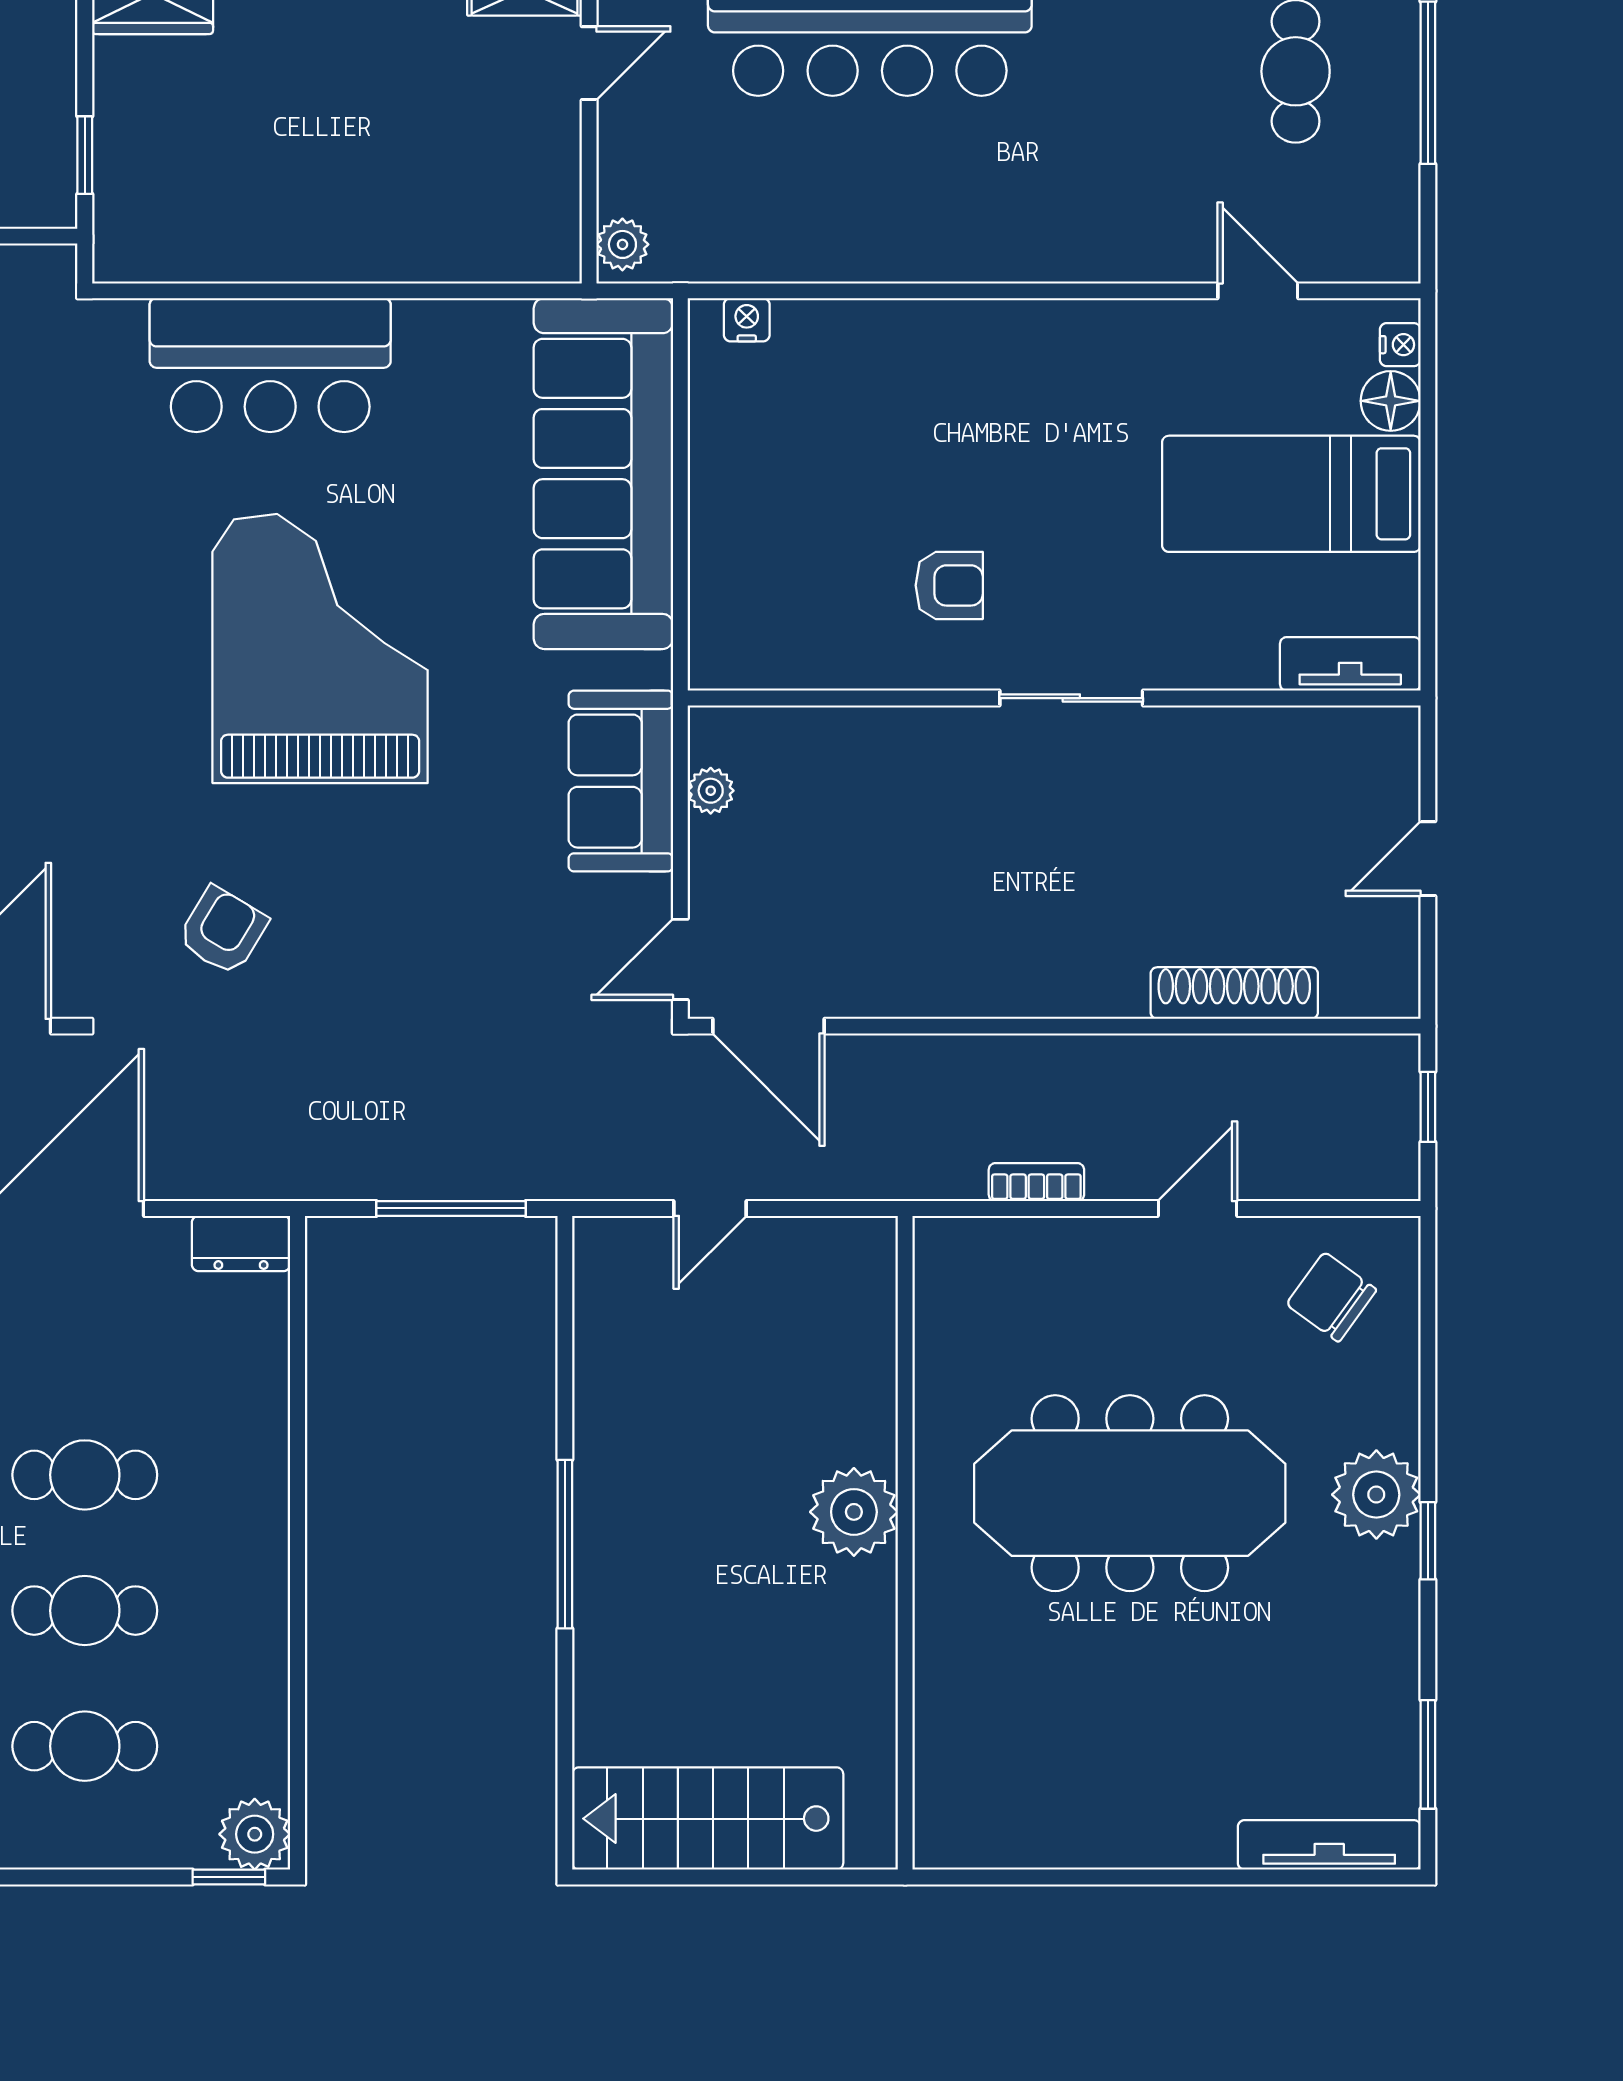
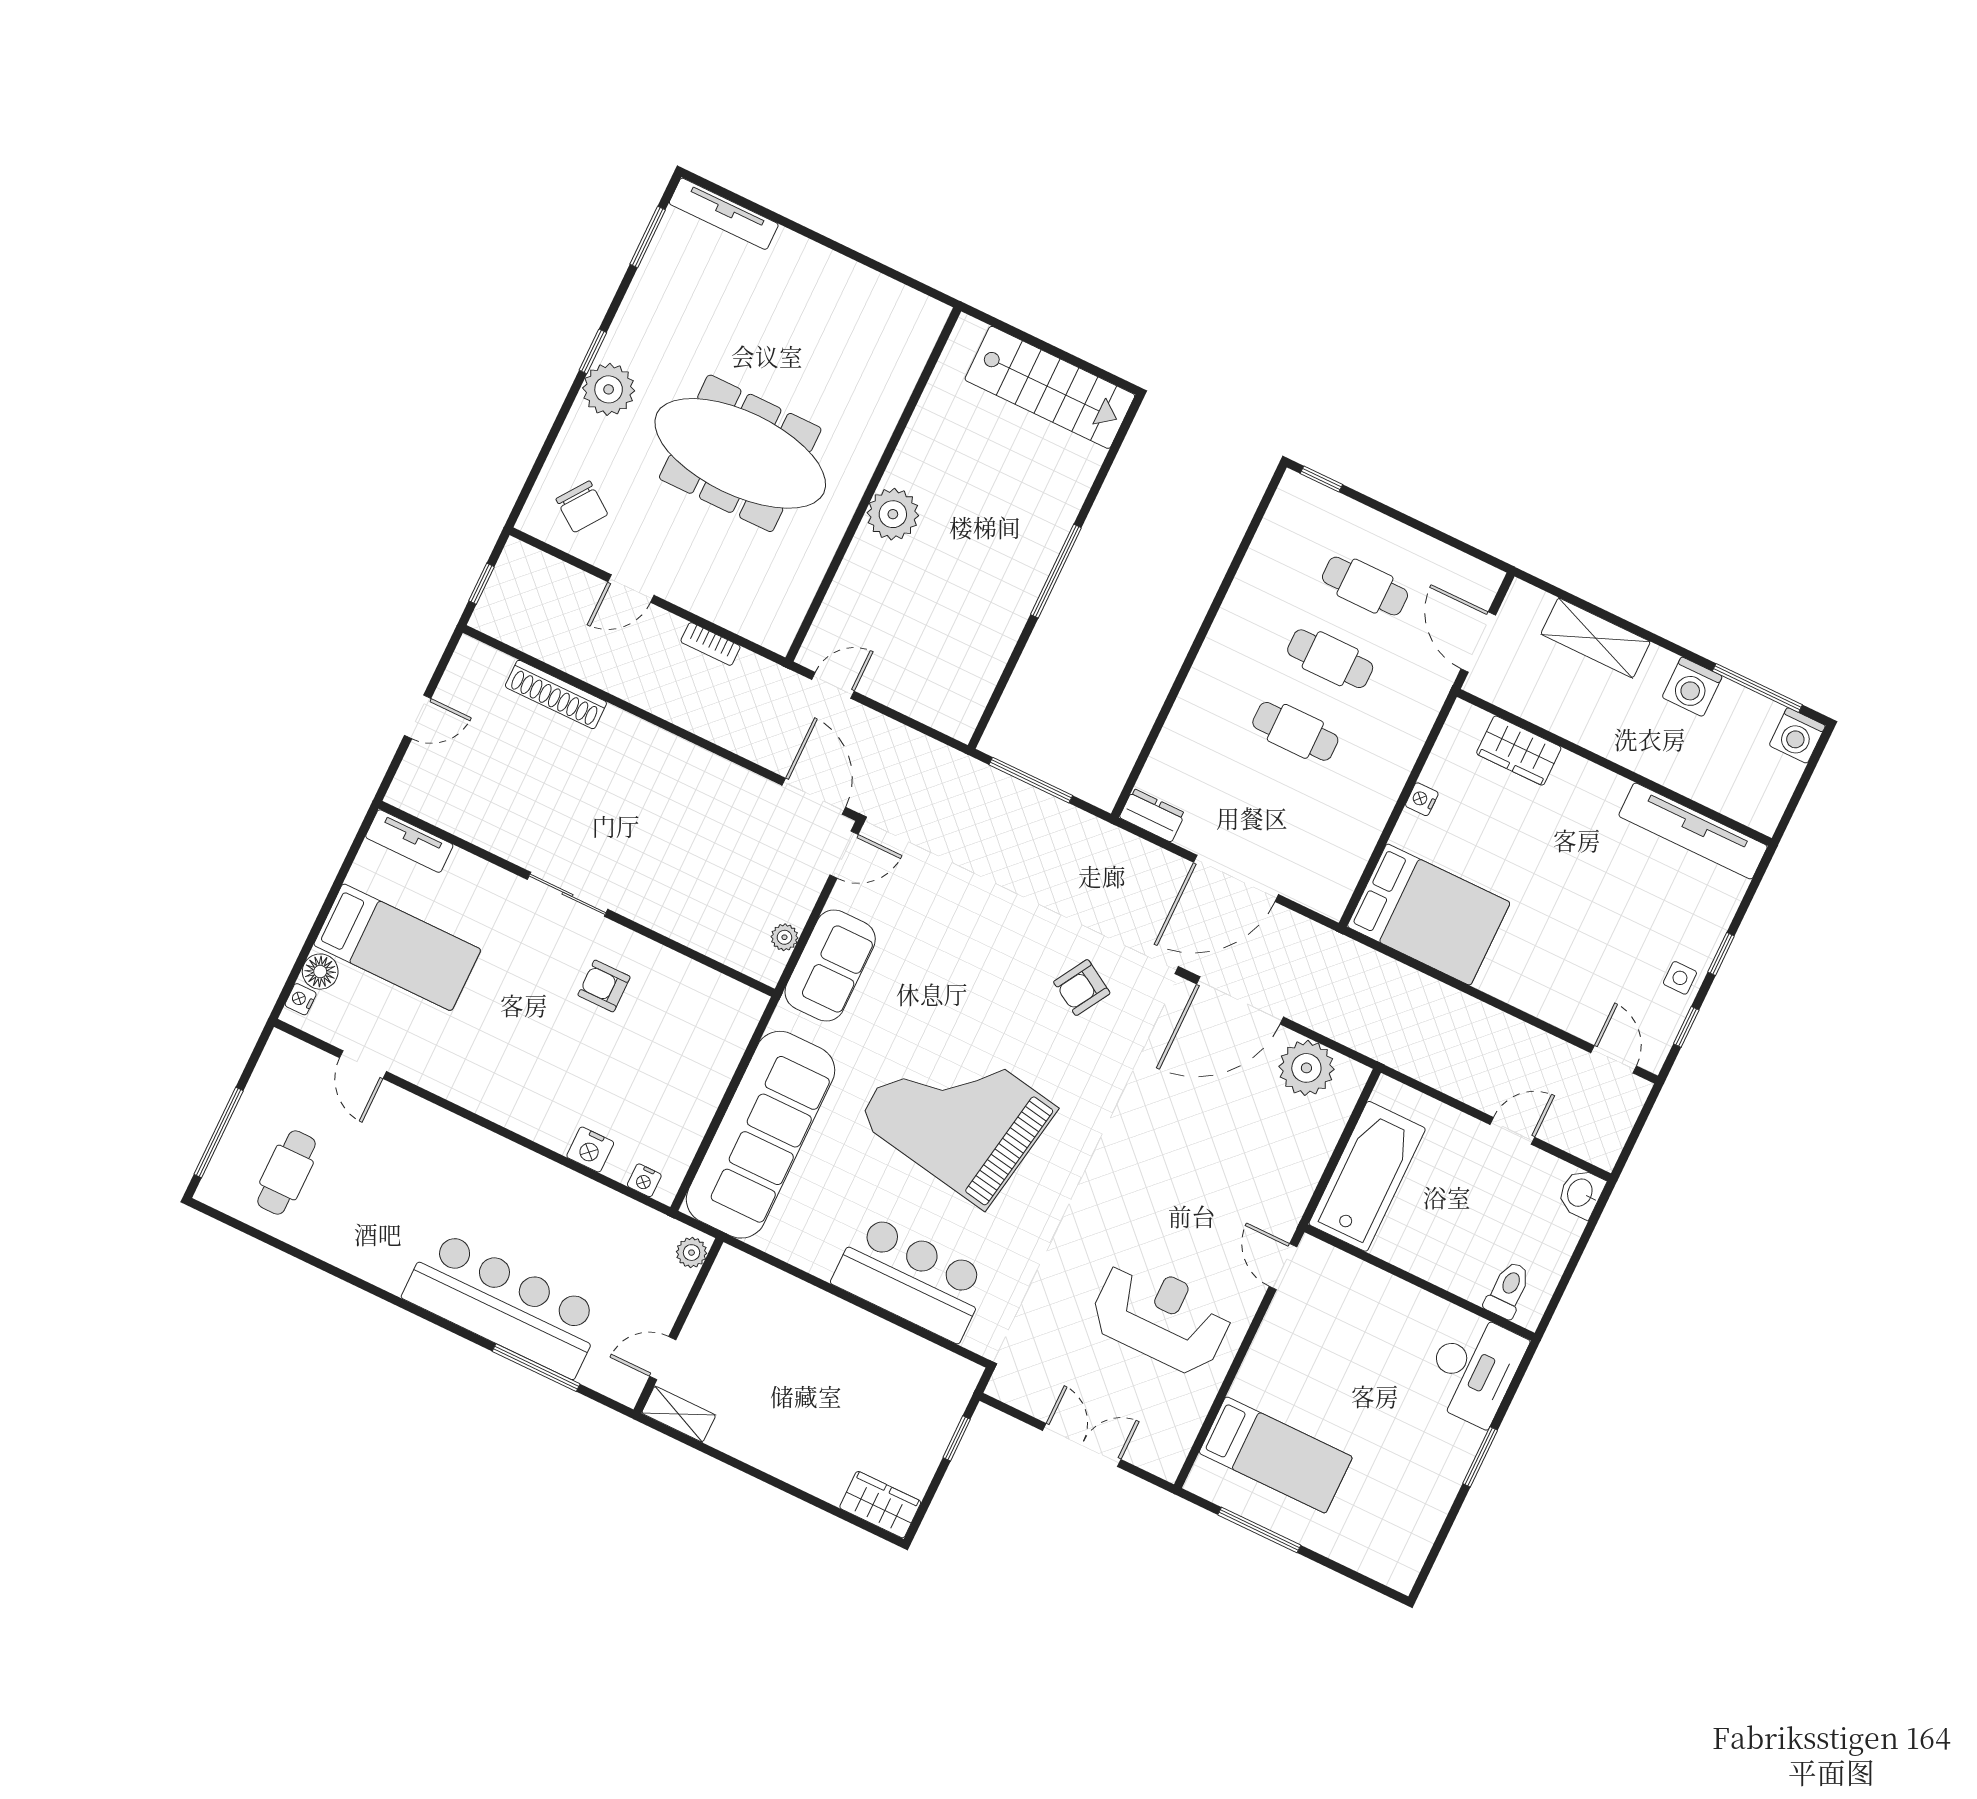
nightstand: (851, 327) -> (590, 1150), added
grand piano: (320, 649) -> (957, 1114), turned 100
door: (710, 1208) -> (833, 685), moved
plant: (255, 1834) -> (1297, 495), removed

